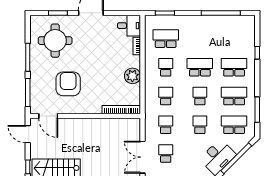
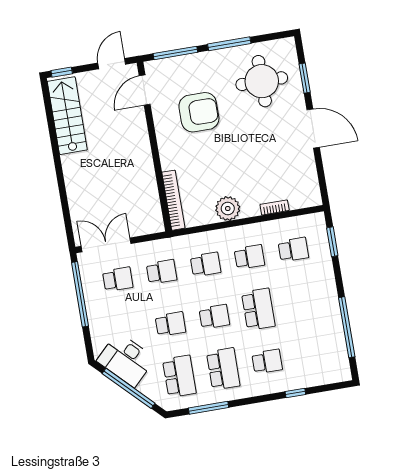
desk: (129, 26) -> (304, 190), removed
school desk: (166, 39) -> (293, 250), width x0.54
school desk: (234, 67) -> (267, 361), width x0.54

